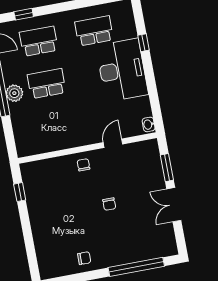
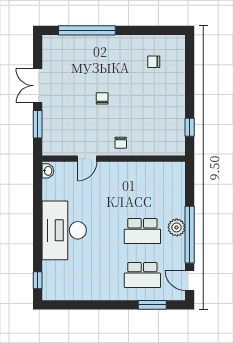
window: (24, 14) -> (152, 305), width x1.50
school desk: (94, 31) -> (85, 275), removed
window: (143, 43) -> (38, 280), moved
double door: (174, 205) -> (38, 86), swing flipped
chair: (84, 258) -> (154, 62), moved

